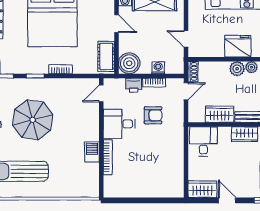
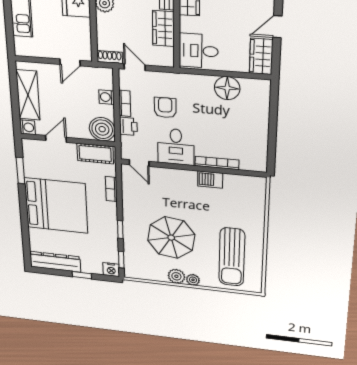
bookcase: (61, 69) -> (111, 189), moved
floor lamp: (174, 164) -> (227, 88), added

